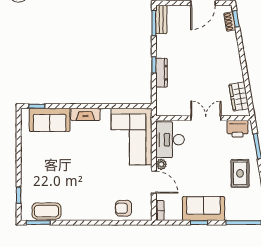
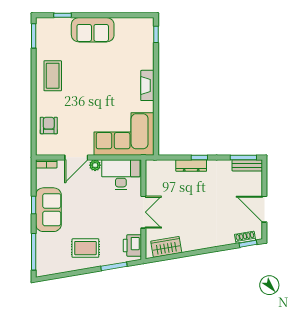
sofa: (50, 120) -> (93, 30), moved, turned -90
coffee table: (46, 211) -> (53, 76), moved

